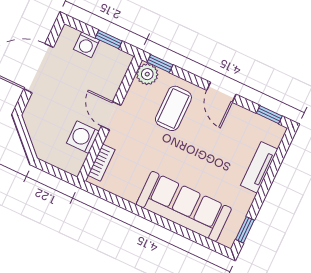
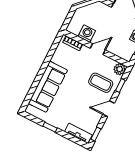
window: (160, 63) -> (120, 86), moved
tv unit: (259, 167) -> (78, 133), moved
window: (245, 230) -> (50, 127), moved

